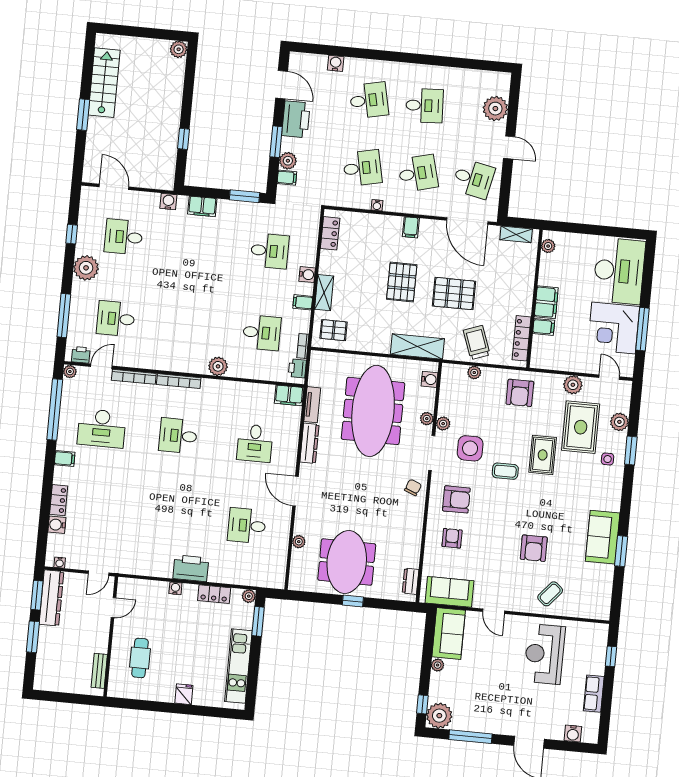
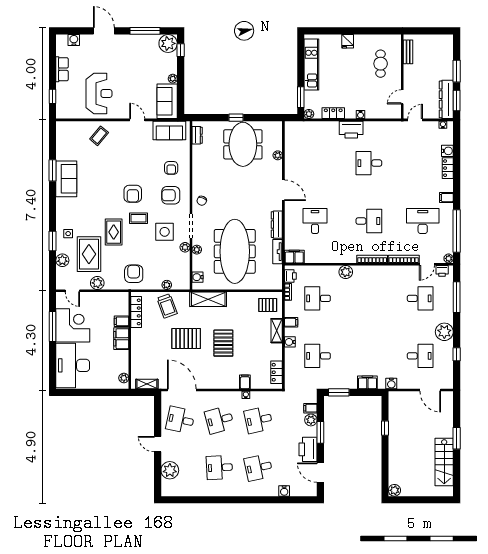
filing cabinet: (411, 227) -> (245, 382), moved
desk: (247, 526) -> (369, 163), moved, turned 180
armchair: (534, 548) -> (133, 194), moved, turned 180

